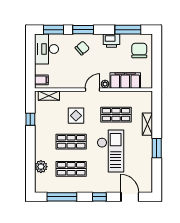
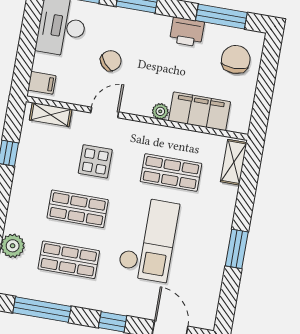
chair: (82, 48) -> (111, 61), moved
door: (92, 90) -> (105, 112), moved
shelving: (147, 124) -> (234, 162), moved

